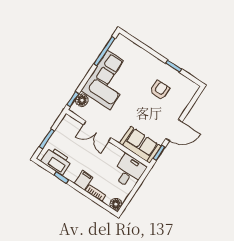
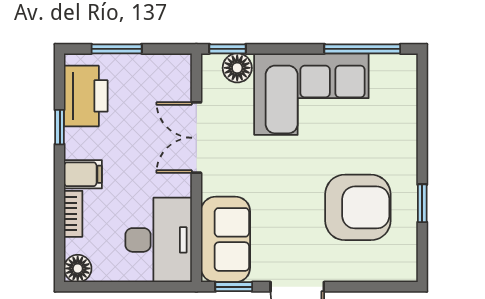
armchair: (160, 90) -> (358, 207), width x1.88, depth x1.88
desk: (129, 171) -> (159, 240), width x1.37

